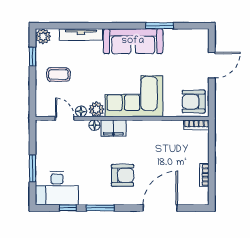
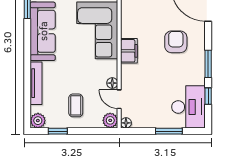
plant: (96, 109) -> (110, 120), moved
door: (65, 118) -> (119, 99), hinge flipped
floor lamp: (94, 125) -> (126, 123), moved

